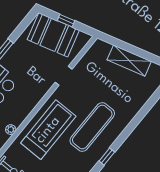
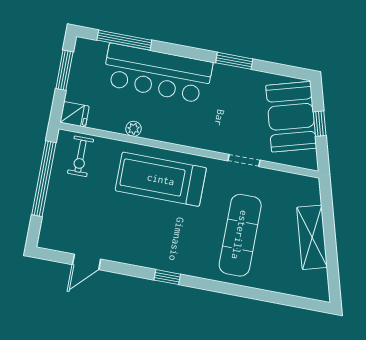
exercise mat: (92, 127) -> (240, 235), moved, turned 90
treadmill: (48, 130) -> (161, 179), turned 180

